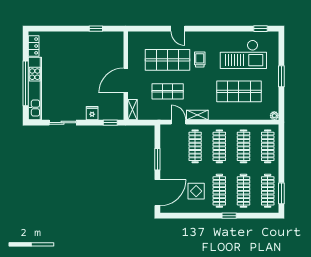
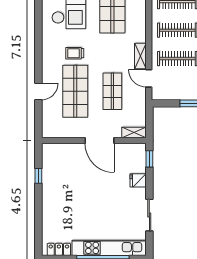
door: (178, 29) -> (38, 92), moved
door: (178, 122) -> (149, 78), hinge flipped

